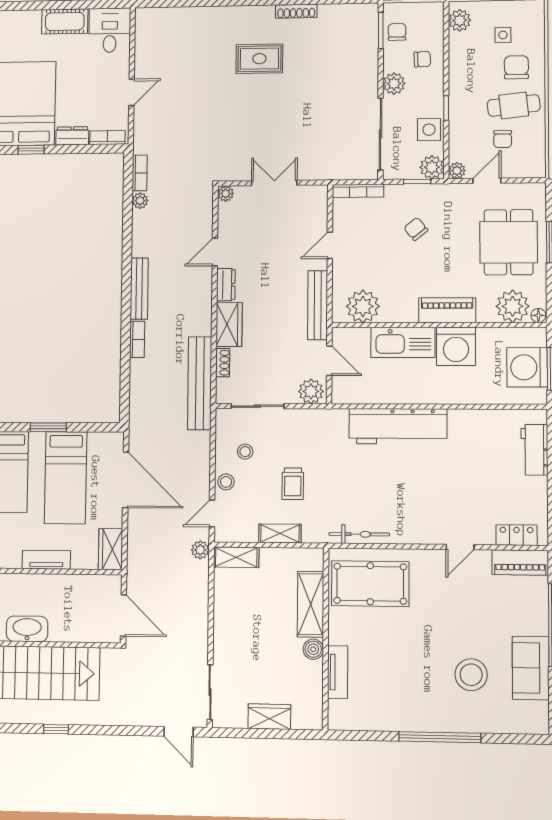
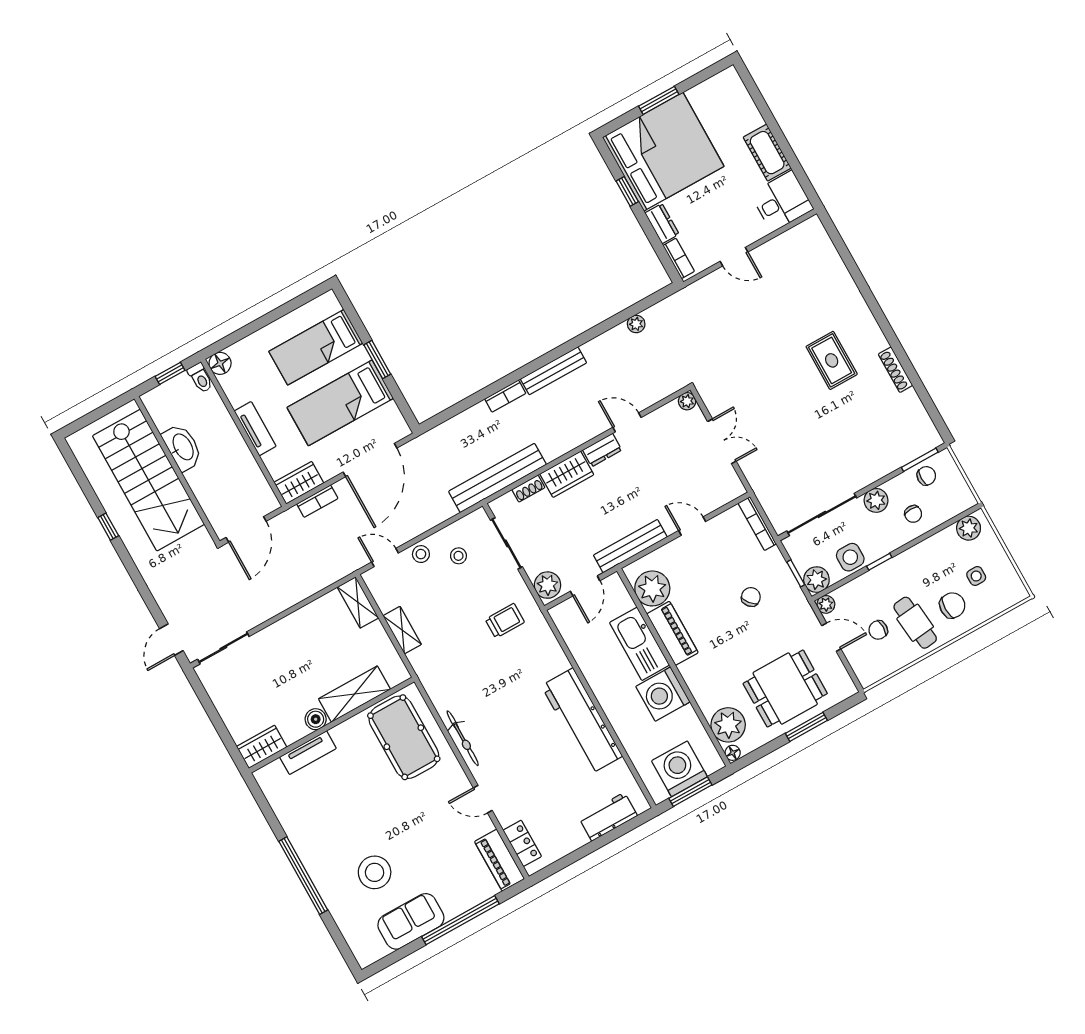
bookcase: (140, 173) -> (317, 501), moved
piano: (447, 310) -> (672, 633), moved
workbench: (398, 426) -> (582, 721), moved
trolley: (293, 484) -> (505, 621), moved, turned 180
bicycle: (359, 534) -> (463, 738), moved
plant: (200, 550) -> (346, 566), removed
wardrobe: (269, 717) -> (262, 747), moved, turned -90

